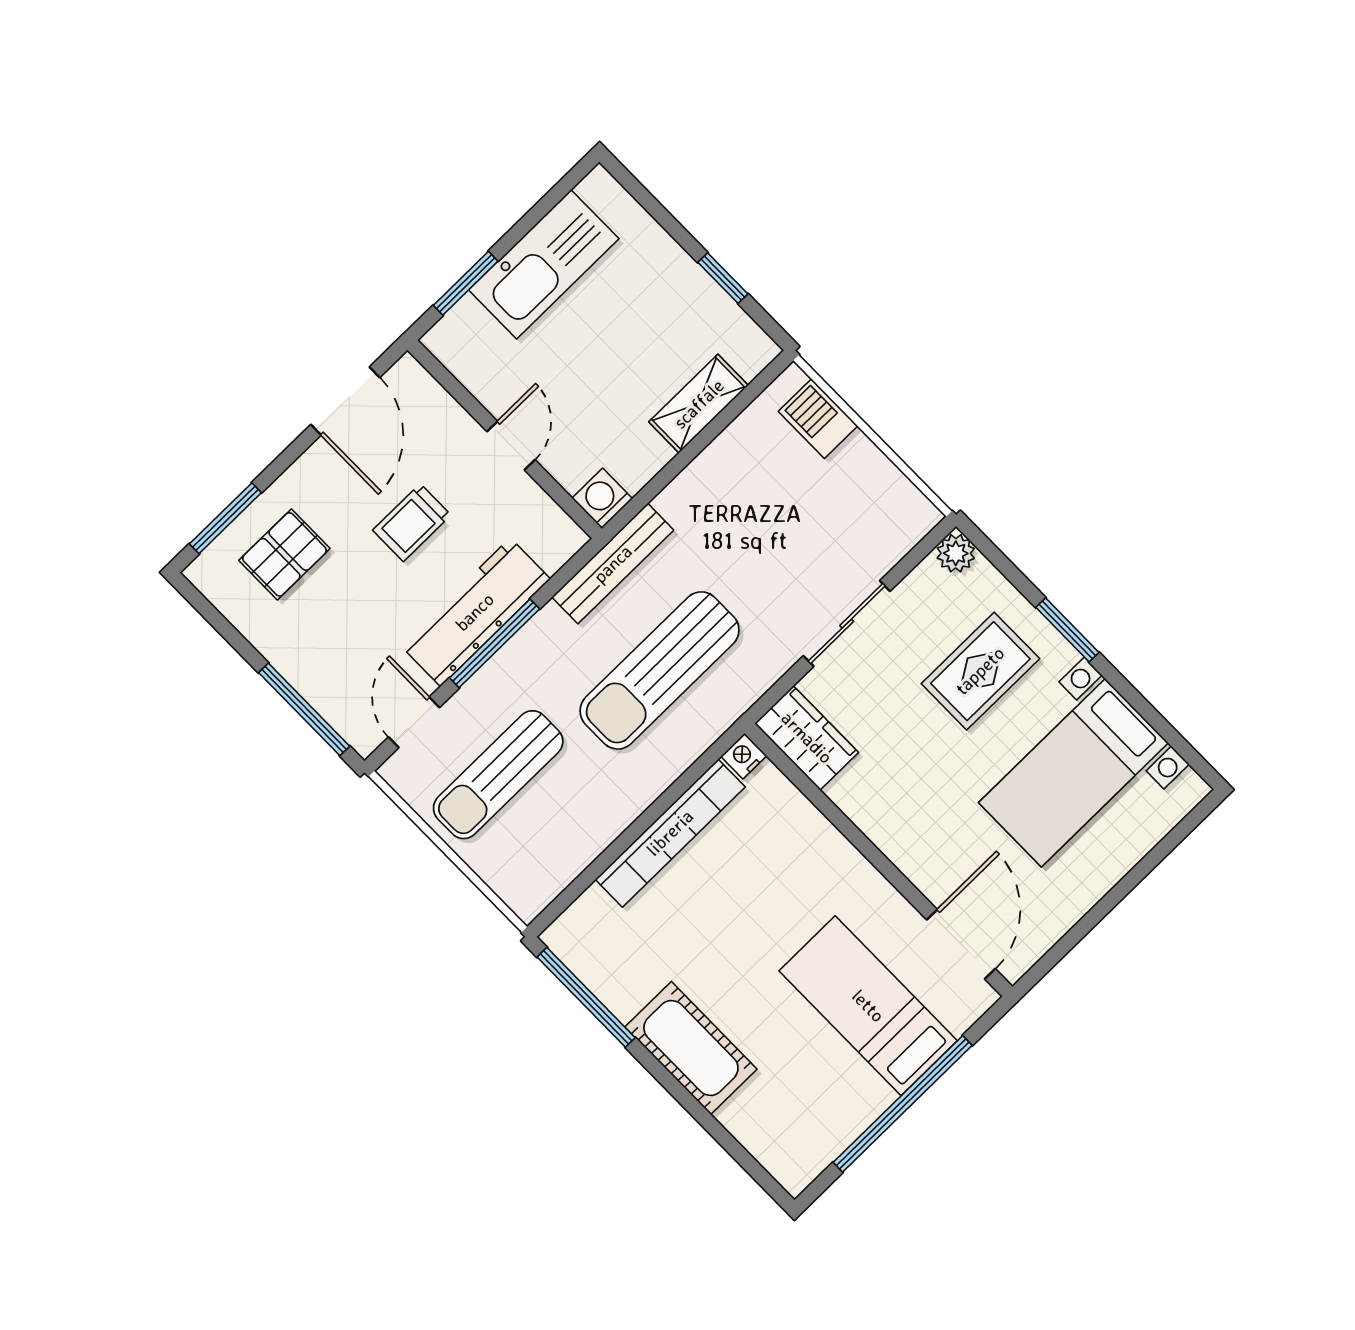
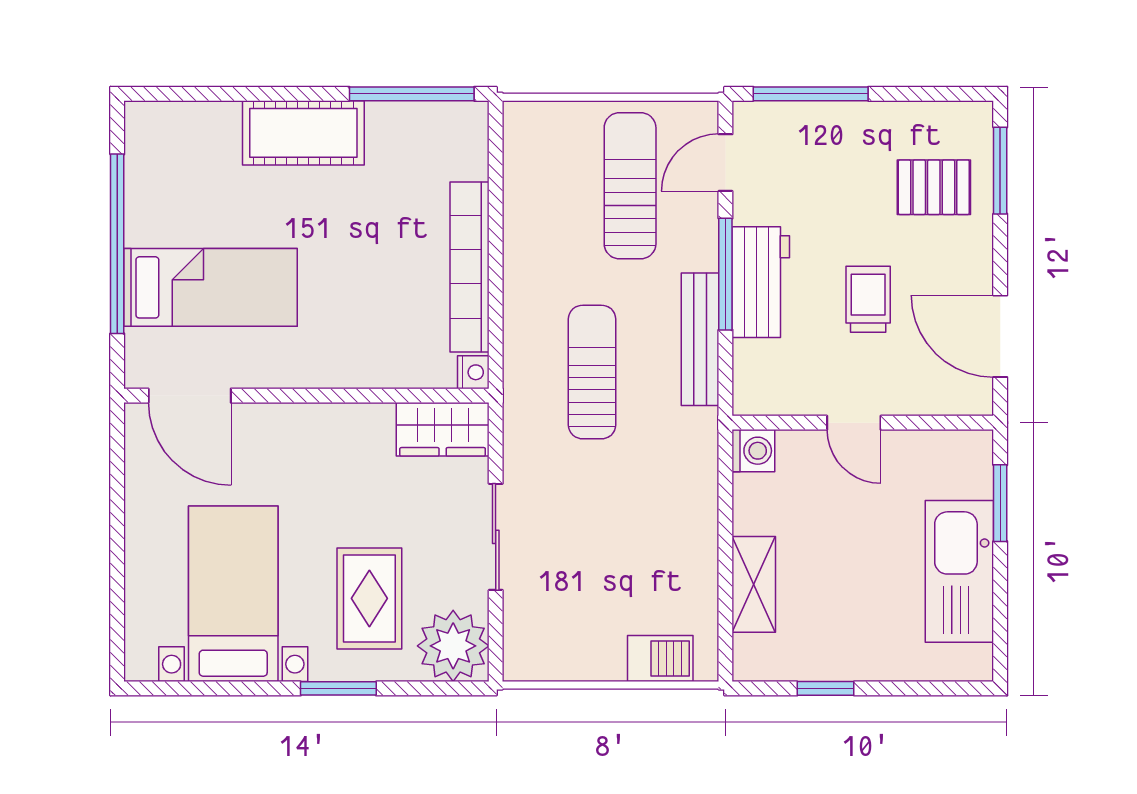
plant: (956, 553) -> (453, 646), width x1.87, depth x1.87
pallet: (284, 554) -> (934, 187), turned 90
bench: (613, 564) -> (700, 339), moved
workbench: (475, 612) -> (761, 282), width x0.73
sun lounger: (660, 670) -> (592, 372), width x0.73, depth x0.75
door: (414, 722) -> (725, 163), swing flipped

